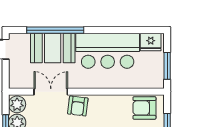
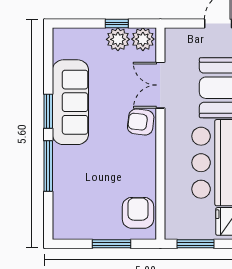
double door: (51, 92) -> (160, 85), swing flipped

